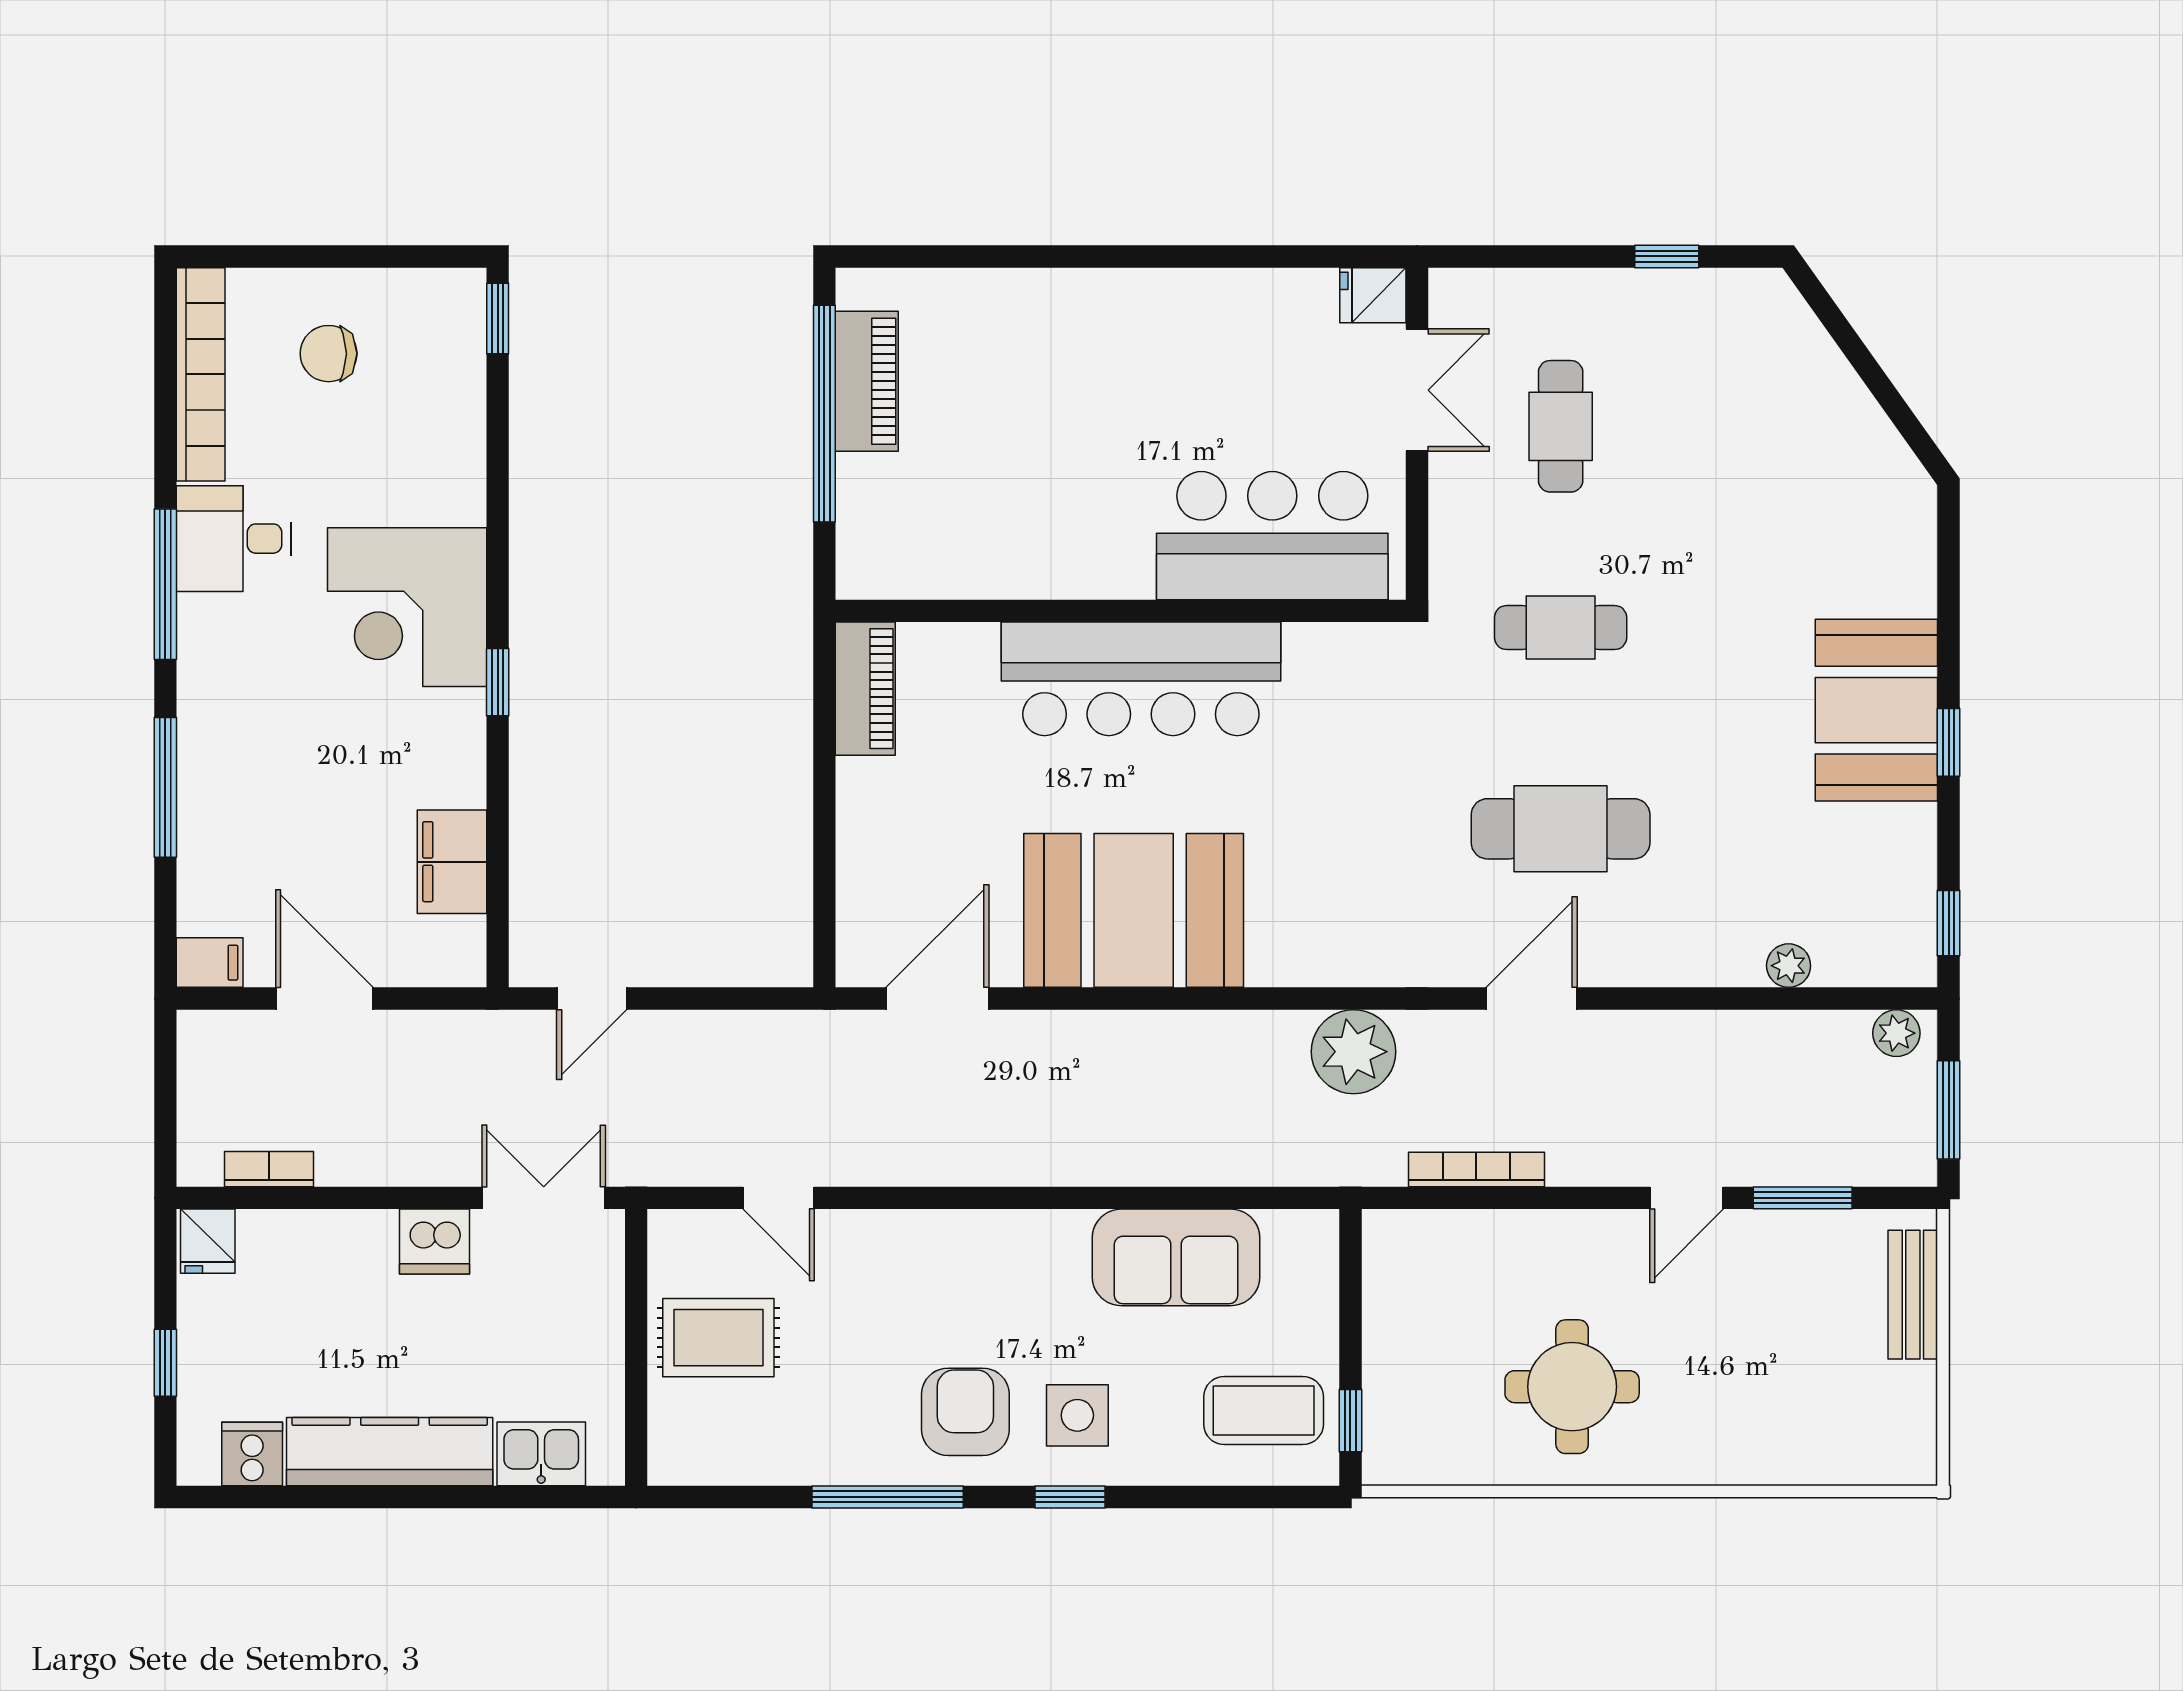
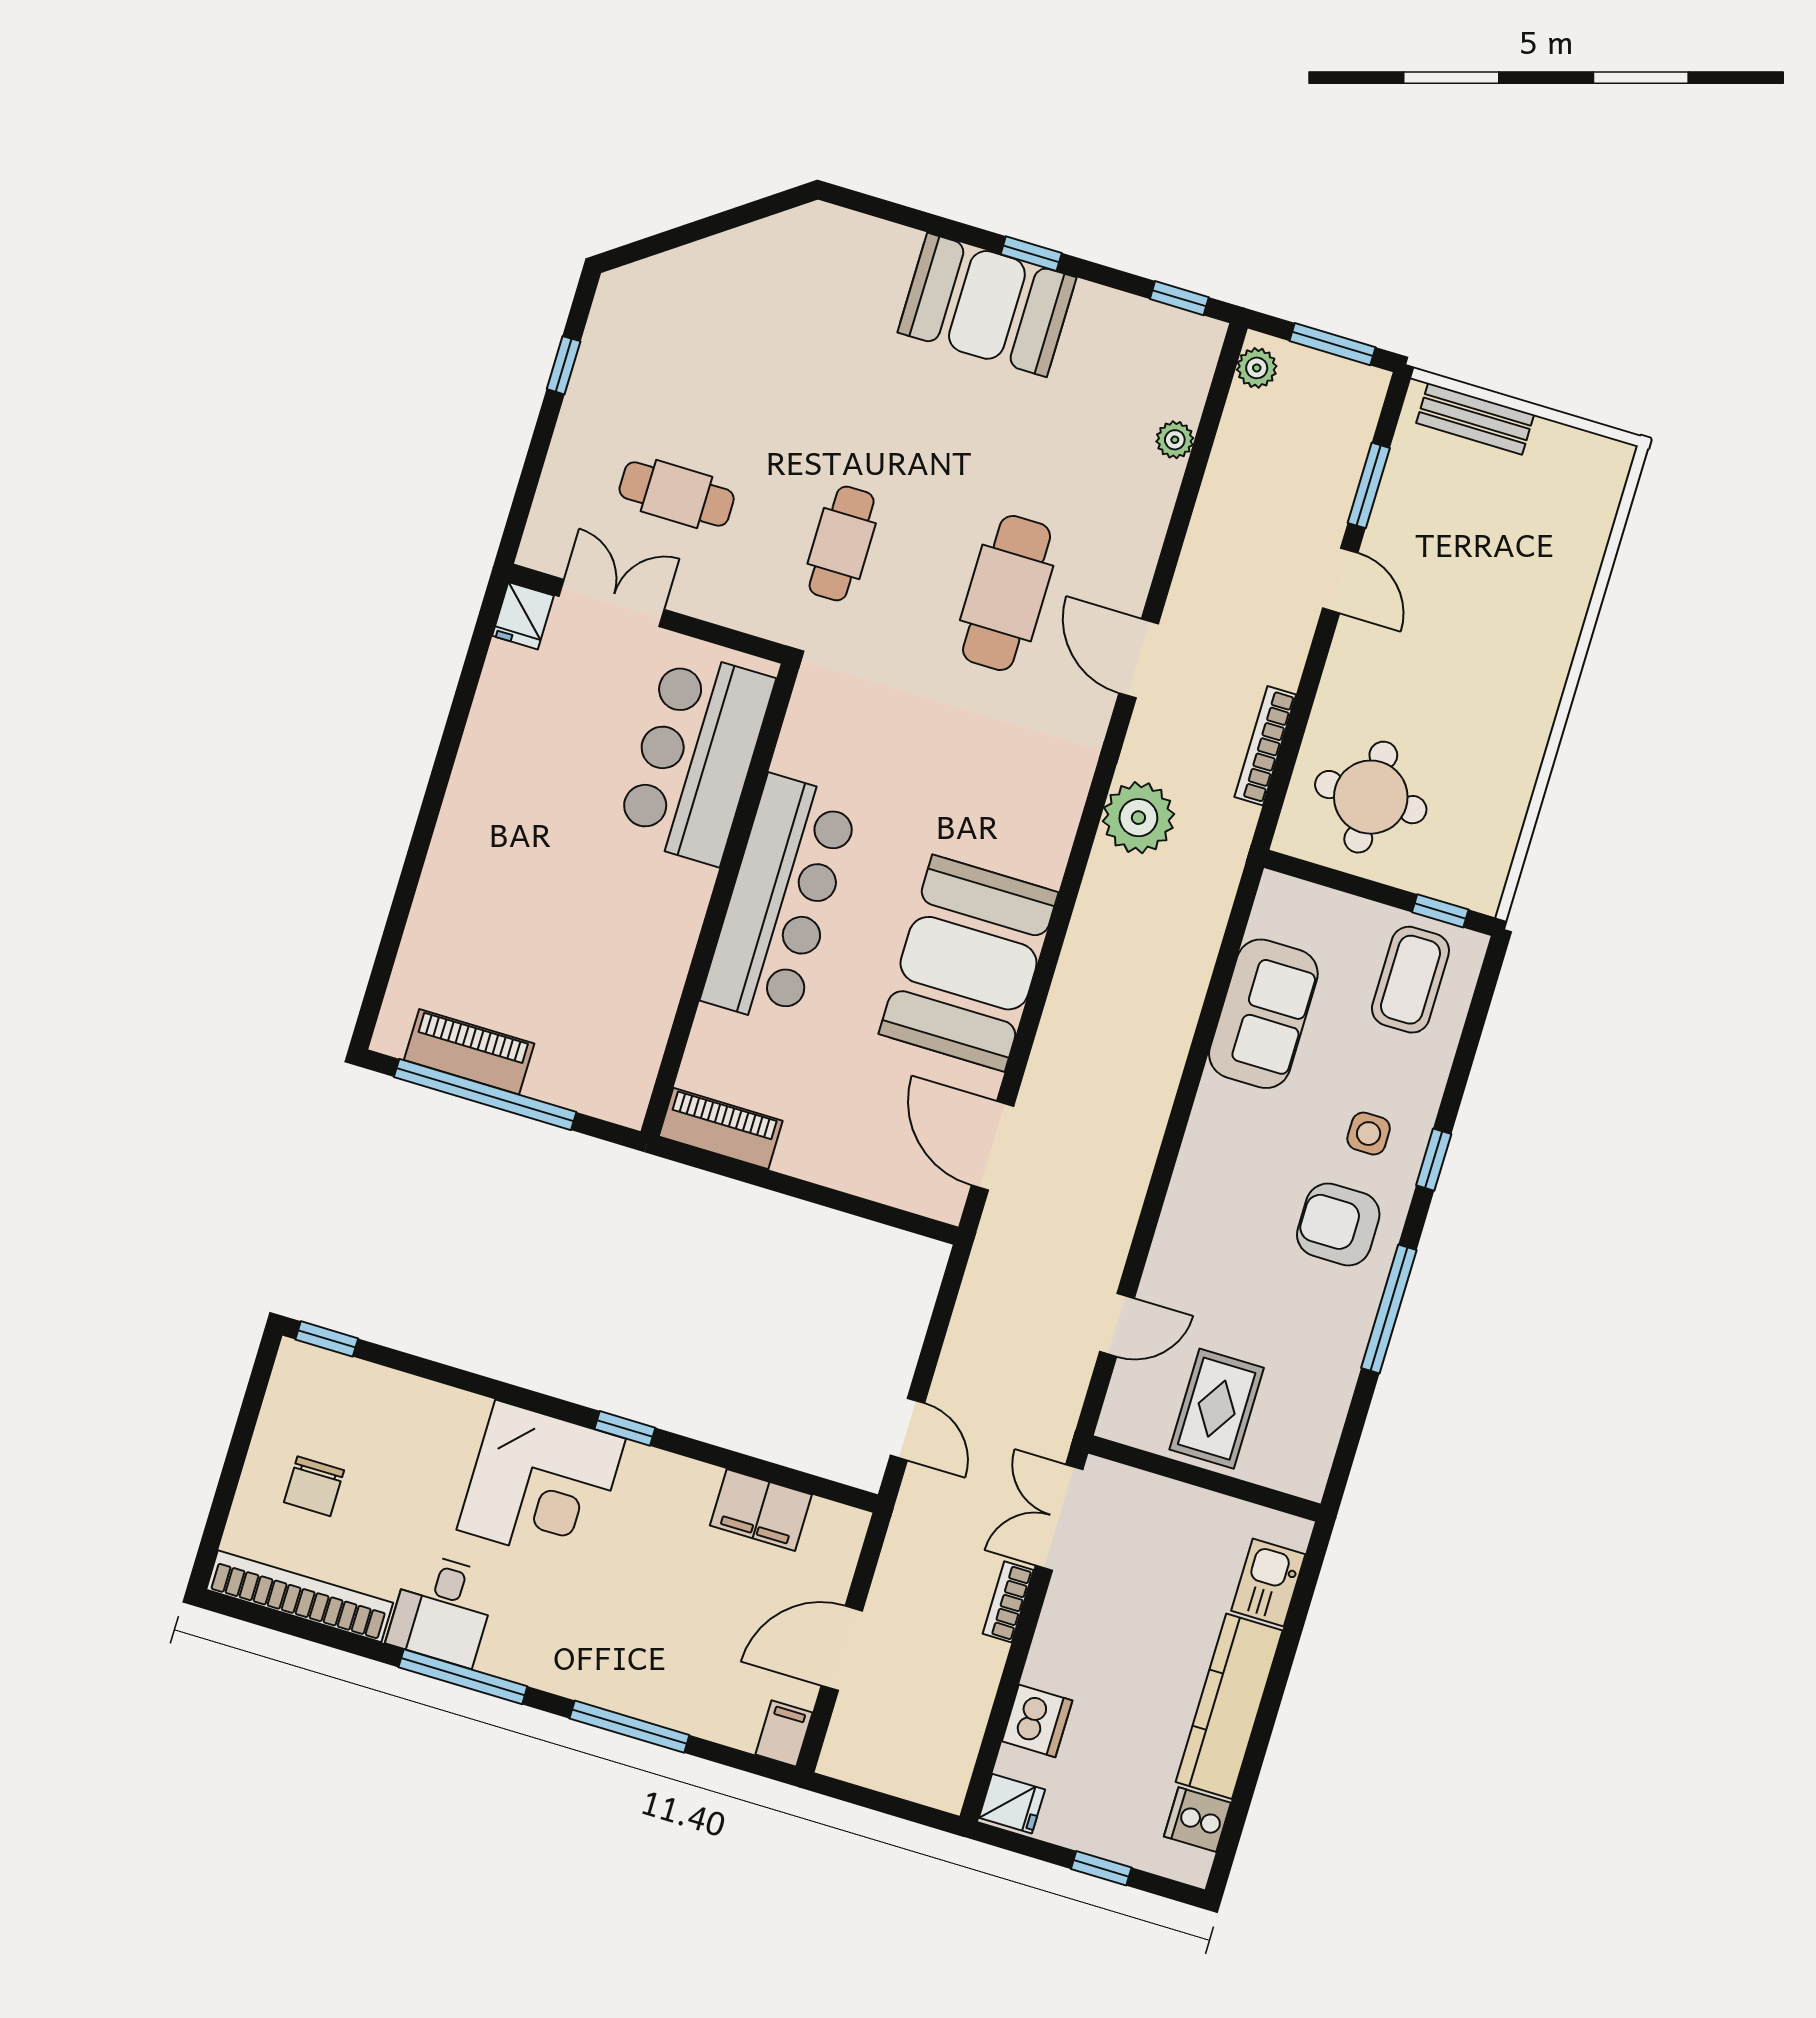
bookcase: (269, 1169) -> (1008, 1602), moved
dishwasher: (434, 1242) -> (1037, 1721), moved
round table: (1572, 1387) -> (1371, 797), moved
side table: (1077, 1415) -> (1369, 1134), width x0.73, depth x0.73

